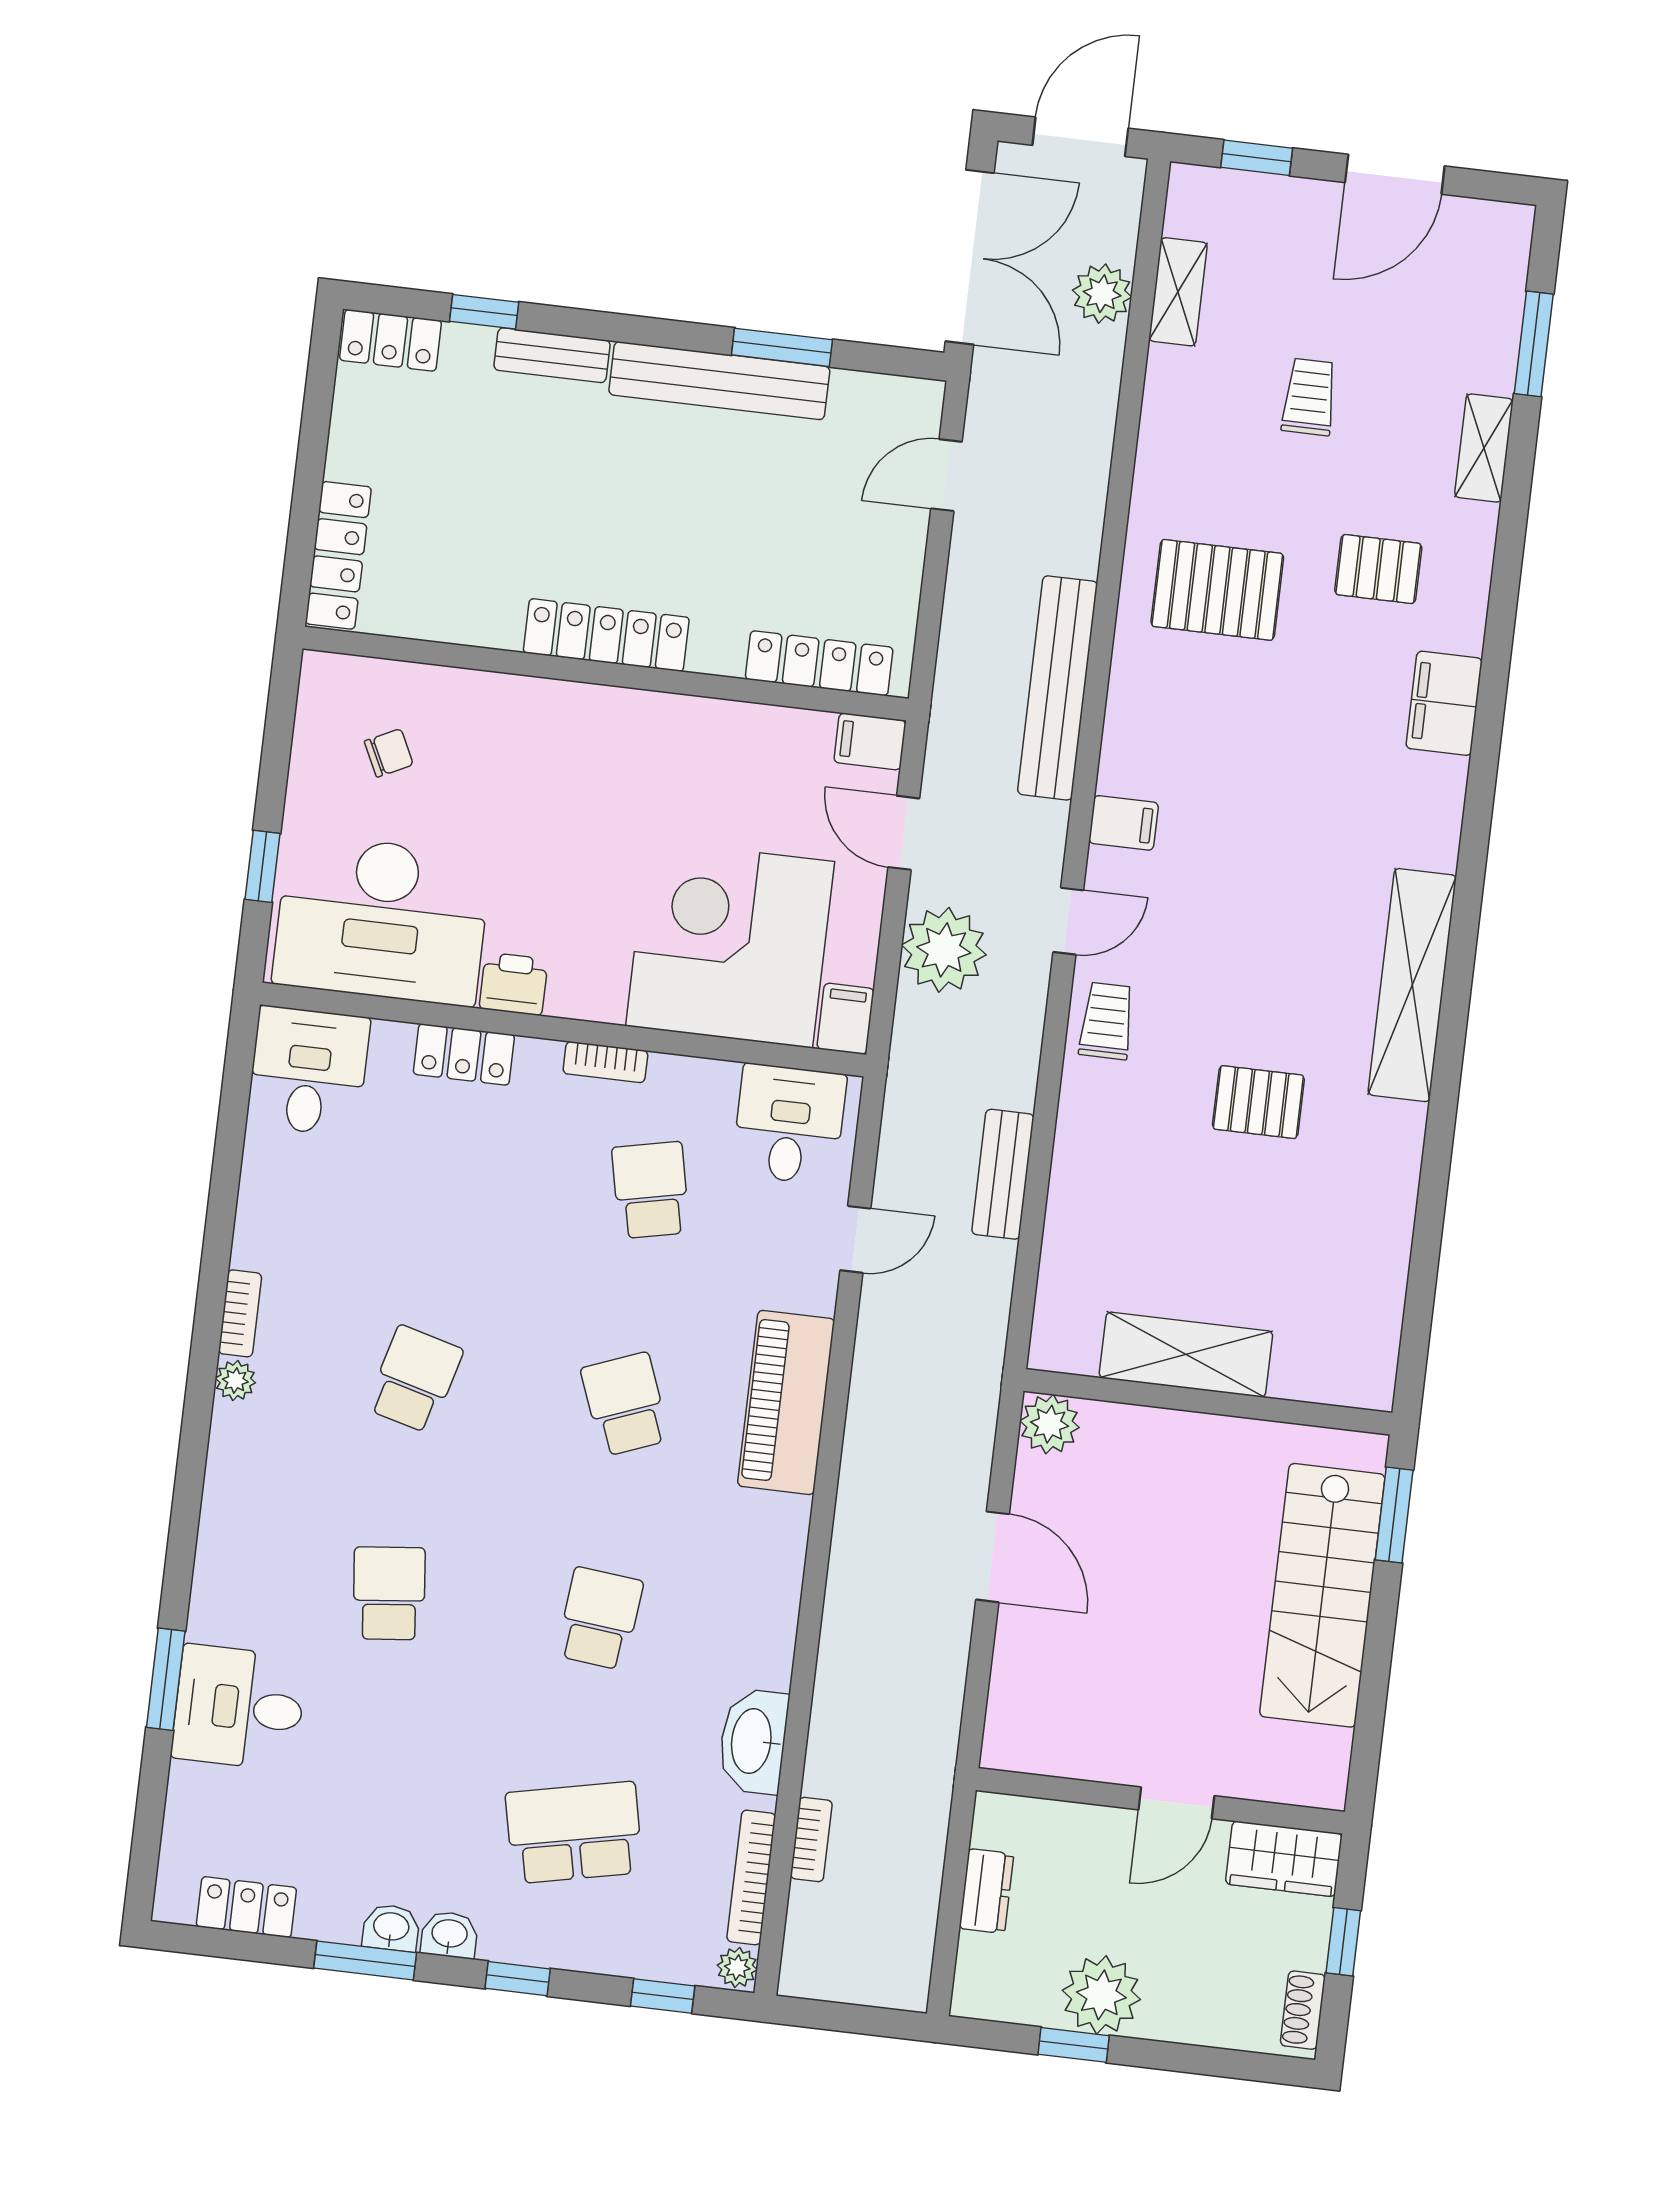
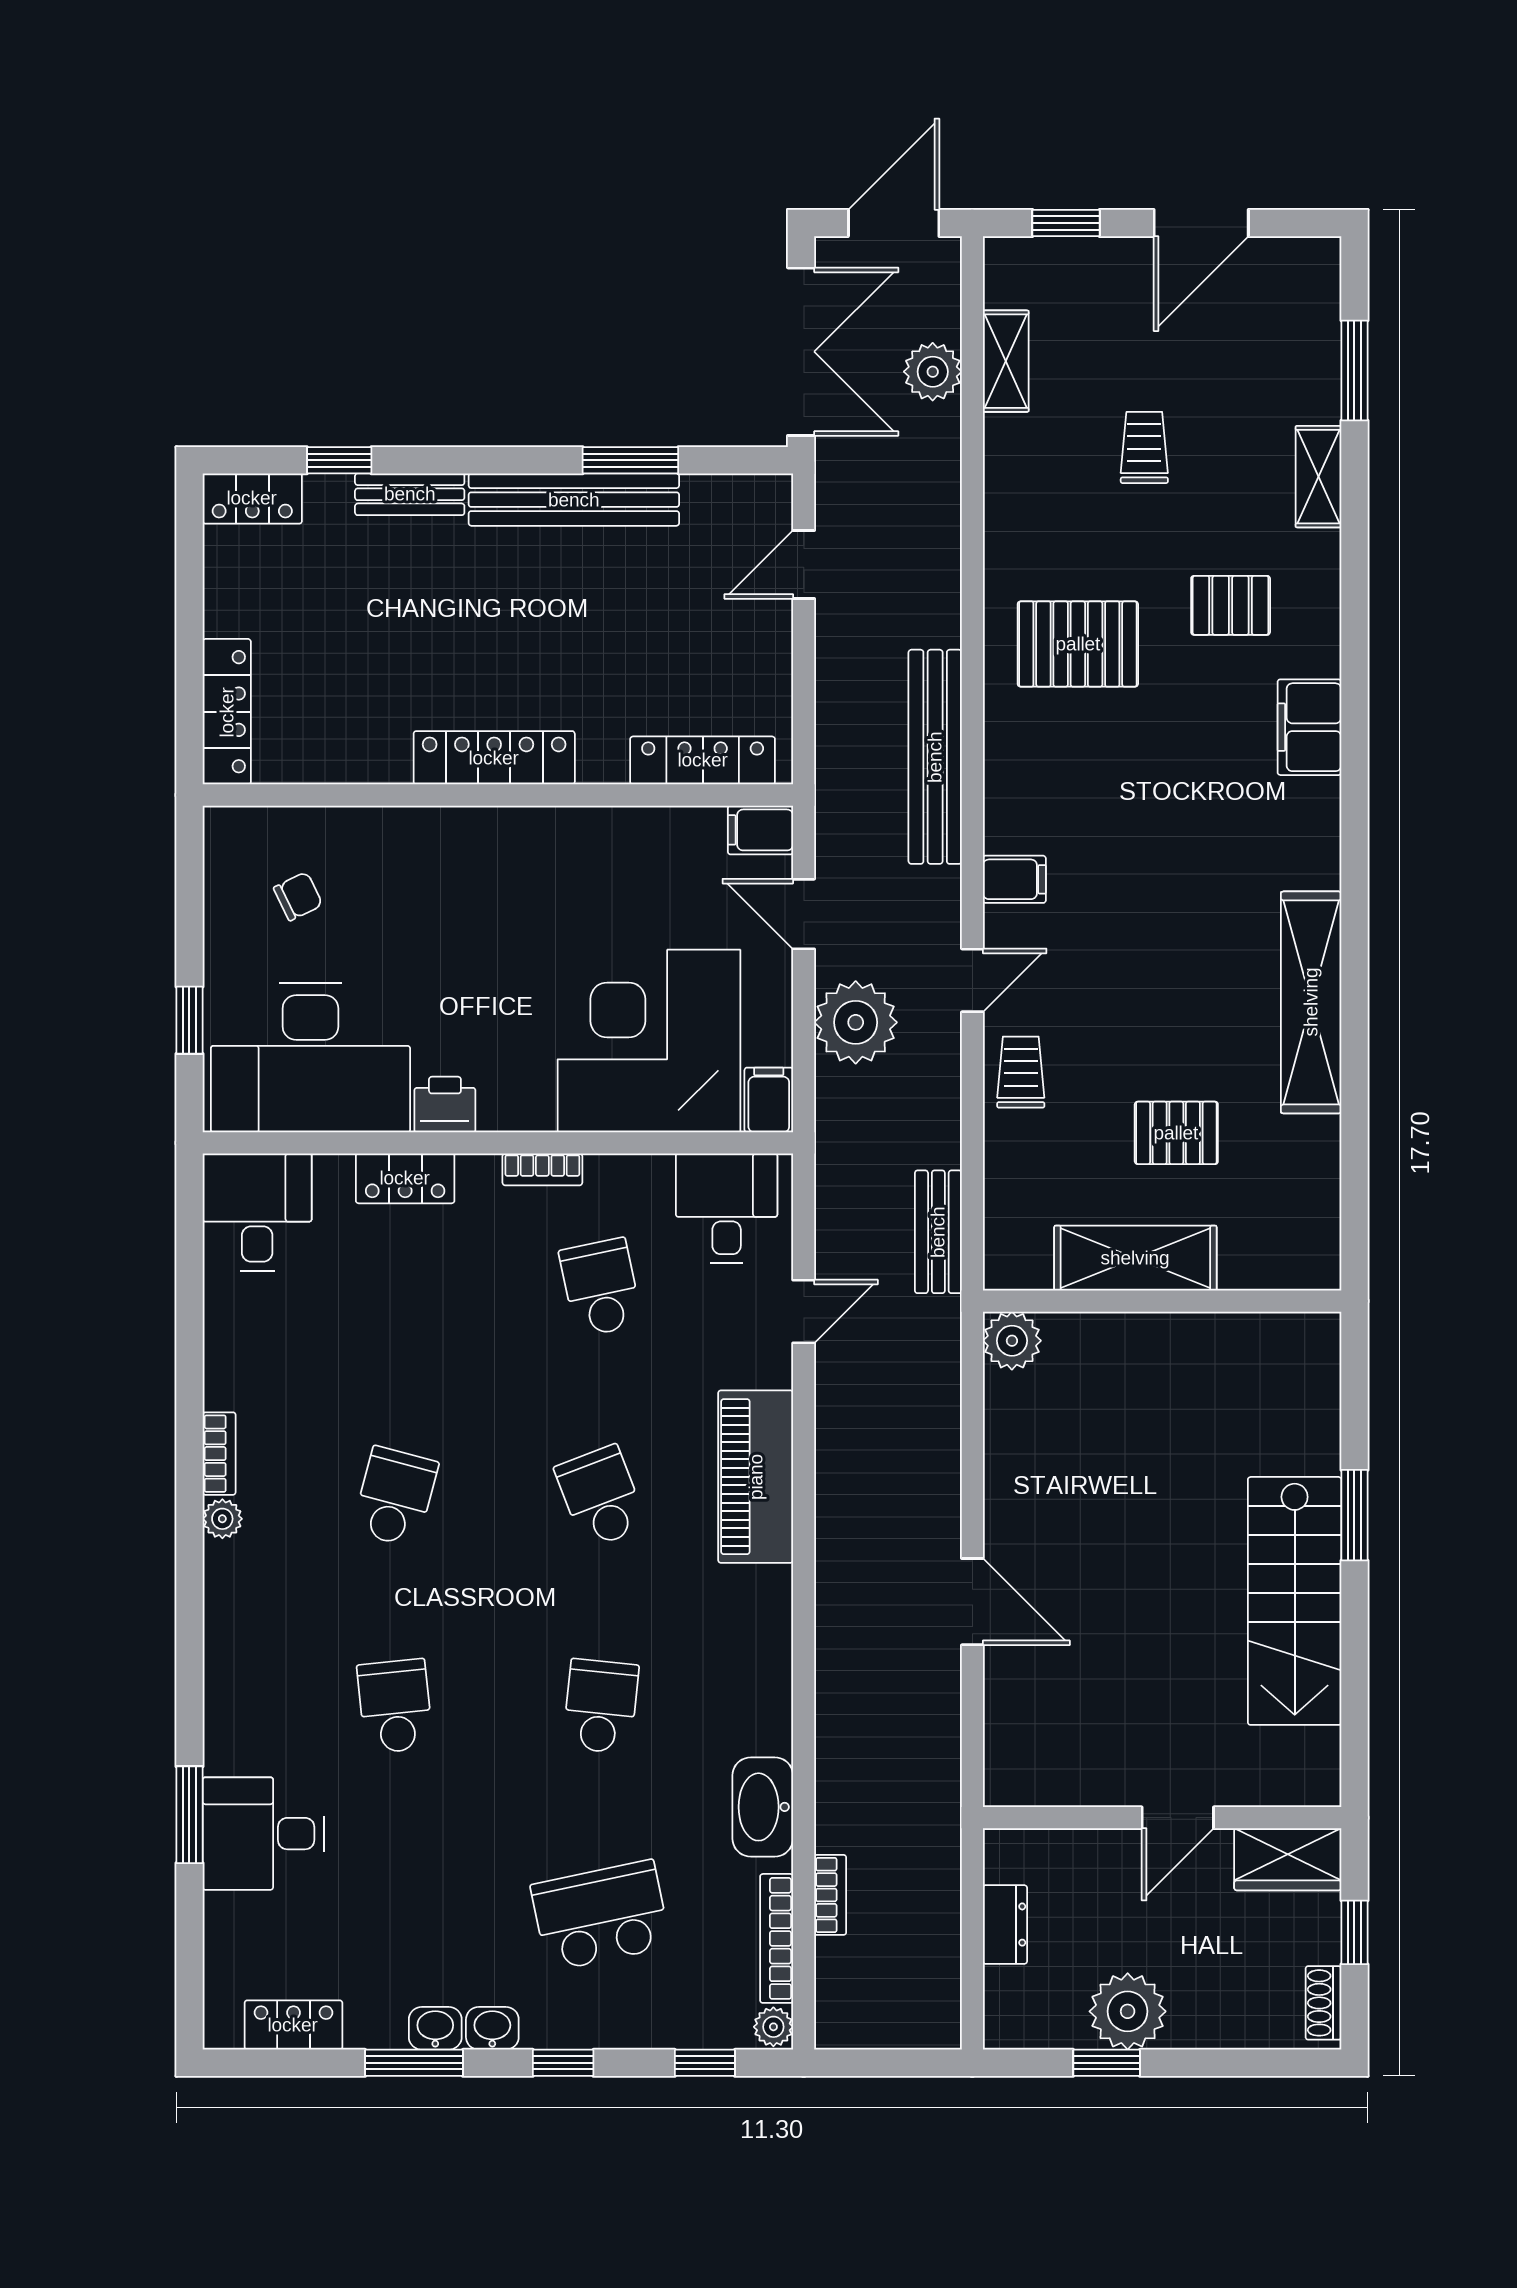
shelving: (1186, 1355) -> (1135, 1258), moved
wall: (1208, 1402) -> (1162, 1301), moved
plant: (1050, 1424) -> (1012, 1341), moved

